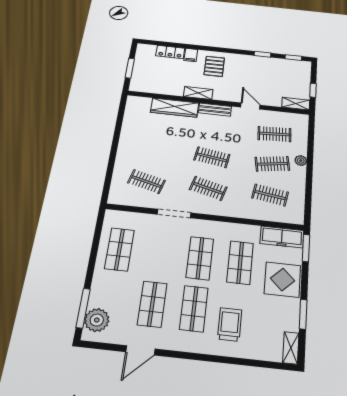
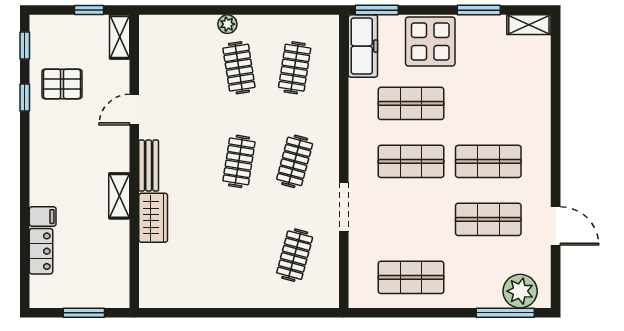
pallet: (214, 66) -> (62, 84), moved
wardrobe: (175, 108) -> (153, 218), width x0.67
clothes rail: (274, 134) -> (183, 68), removed
trolley: (230, 324) -> (505, 110), removed

